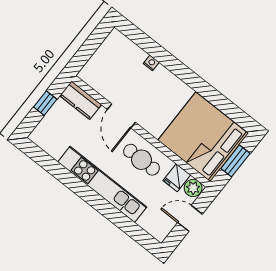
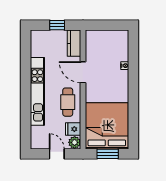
door: (121, 116) -> (83, 72), hinge flipped

